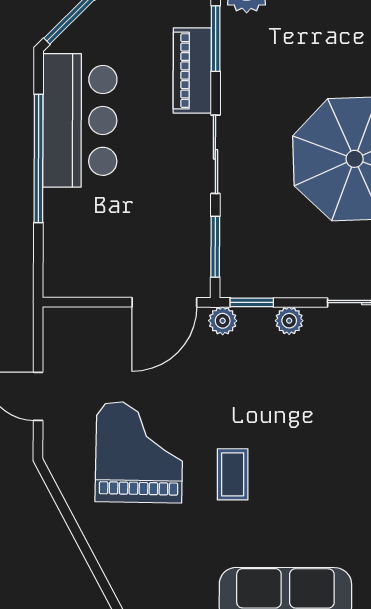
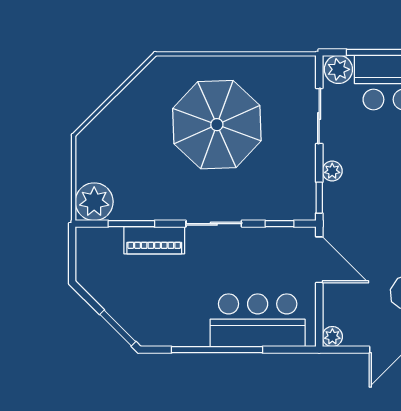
bar counter: (80, 120) -> (258, 320), moved
window: (215, 247) -> (280, 224), width x0.67
plant: (223, 321) -> (332, 337), moved

